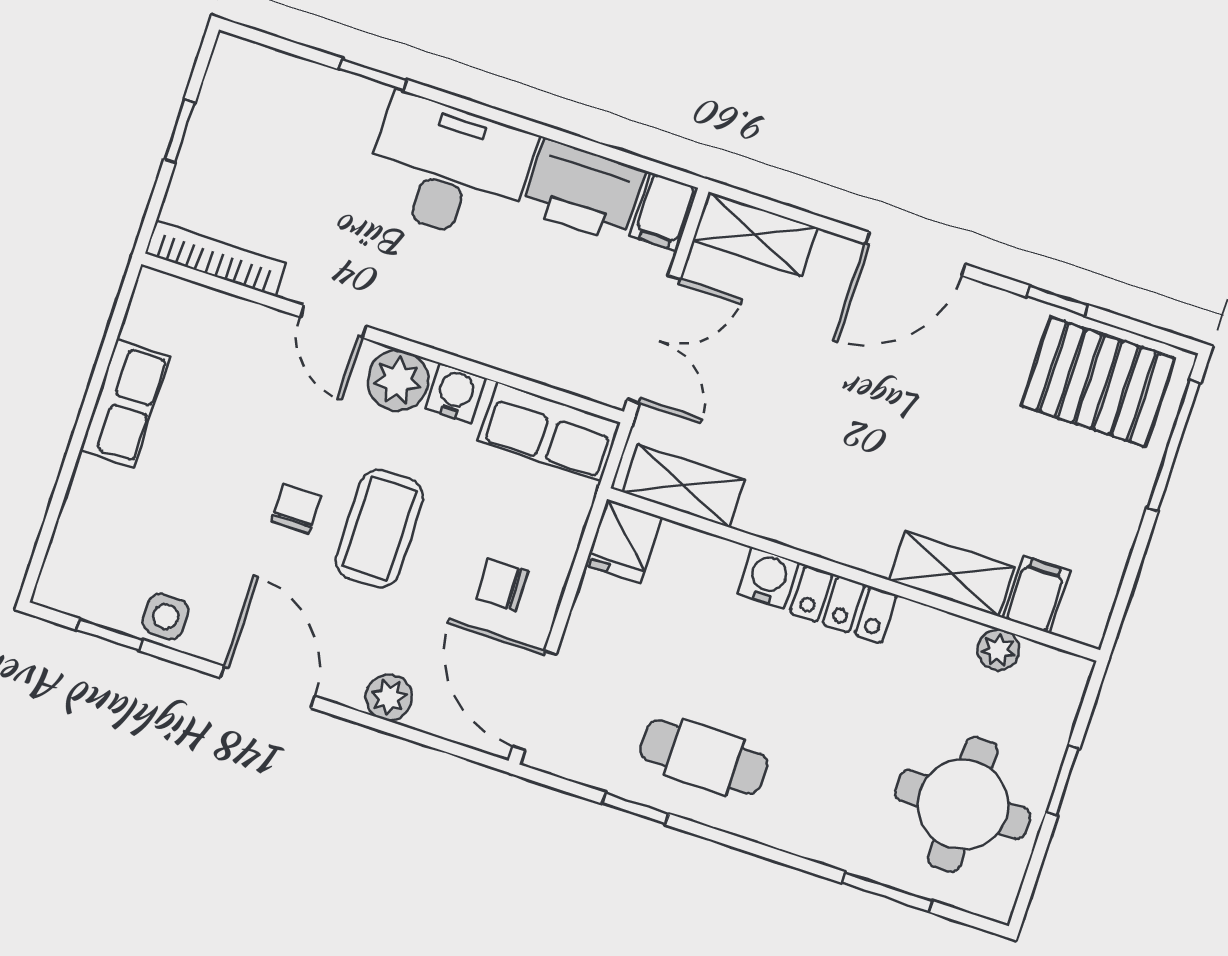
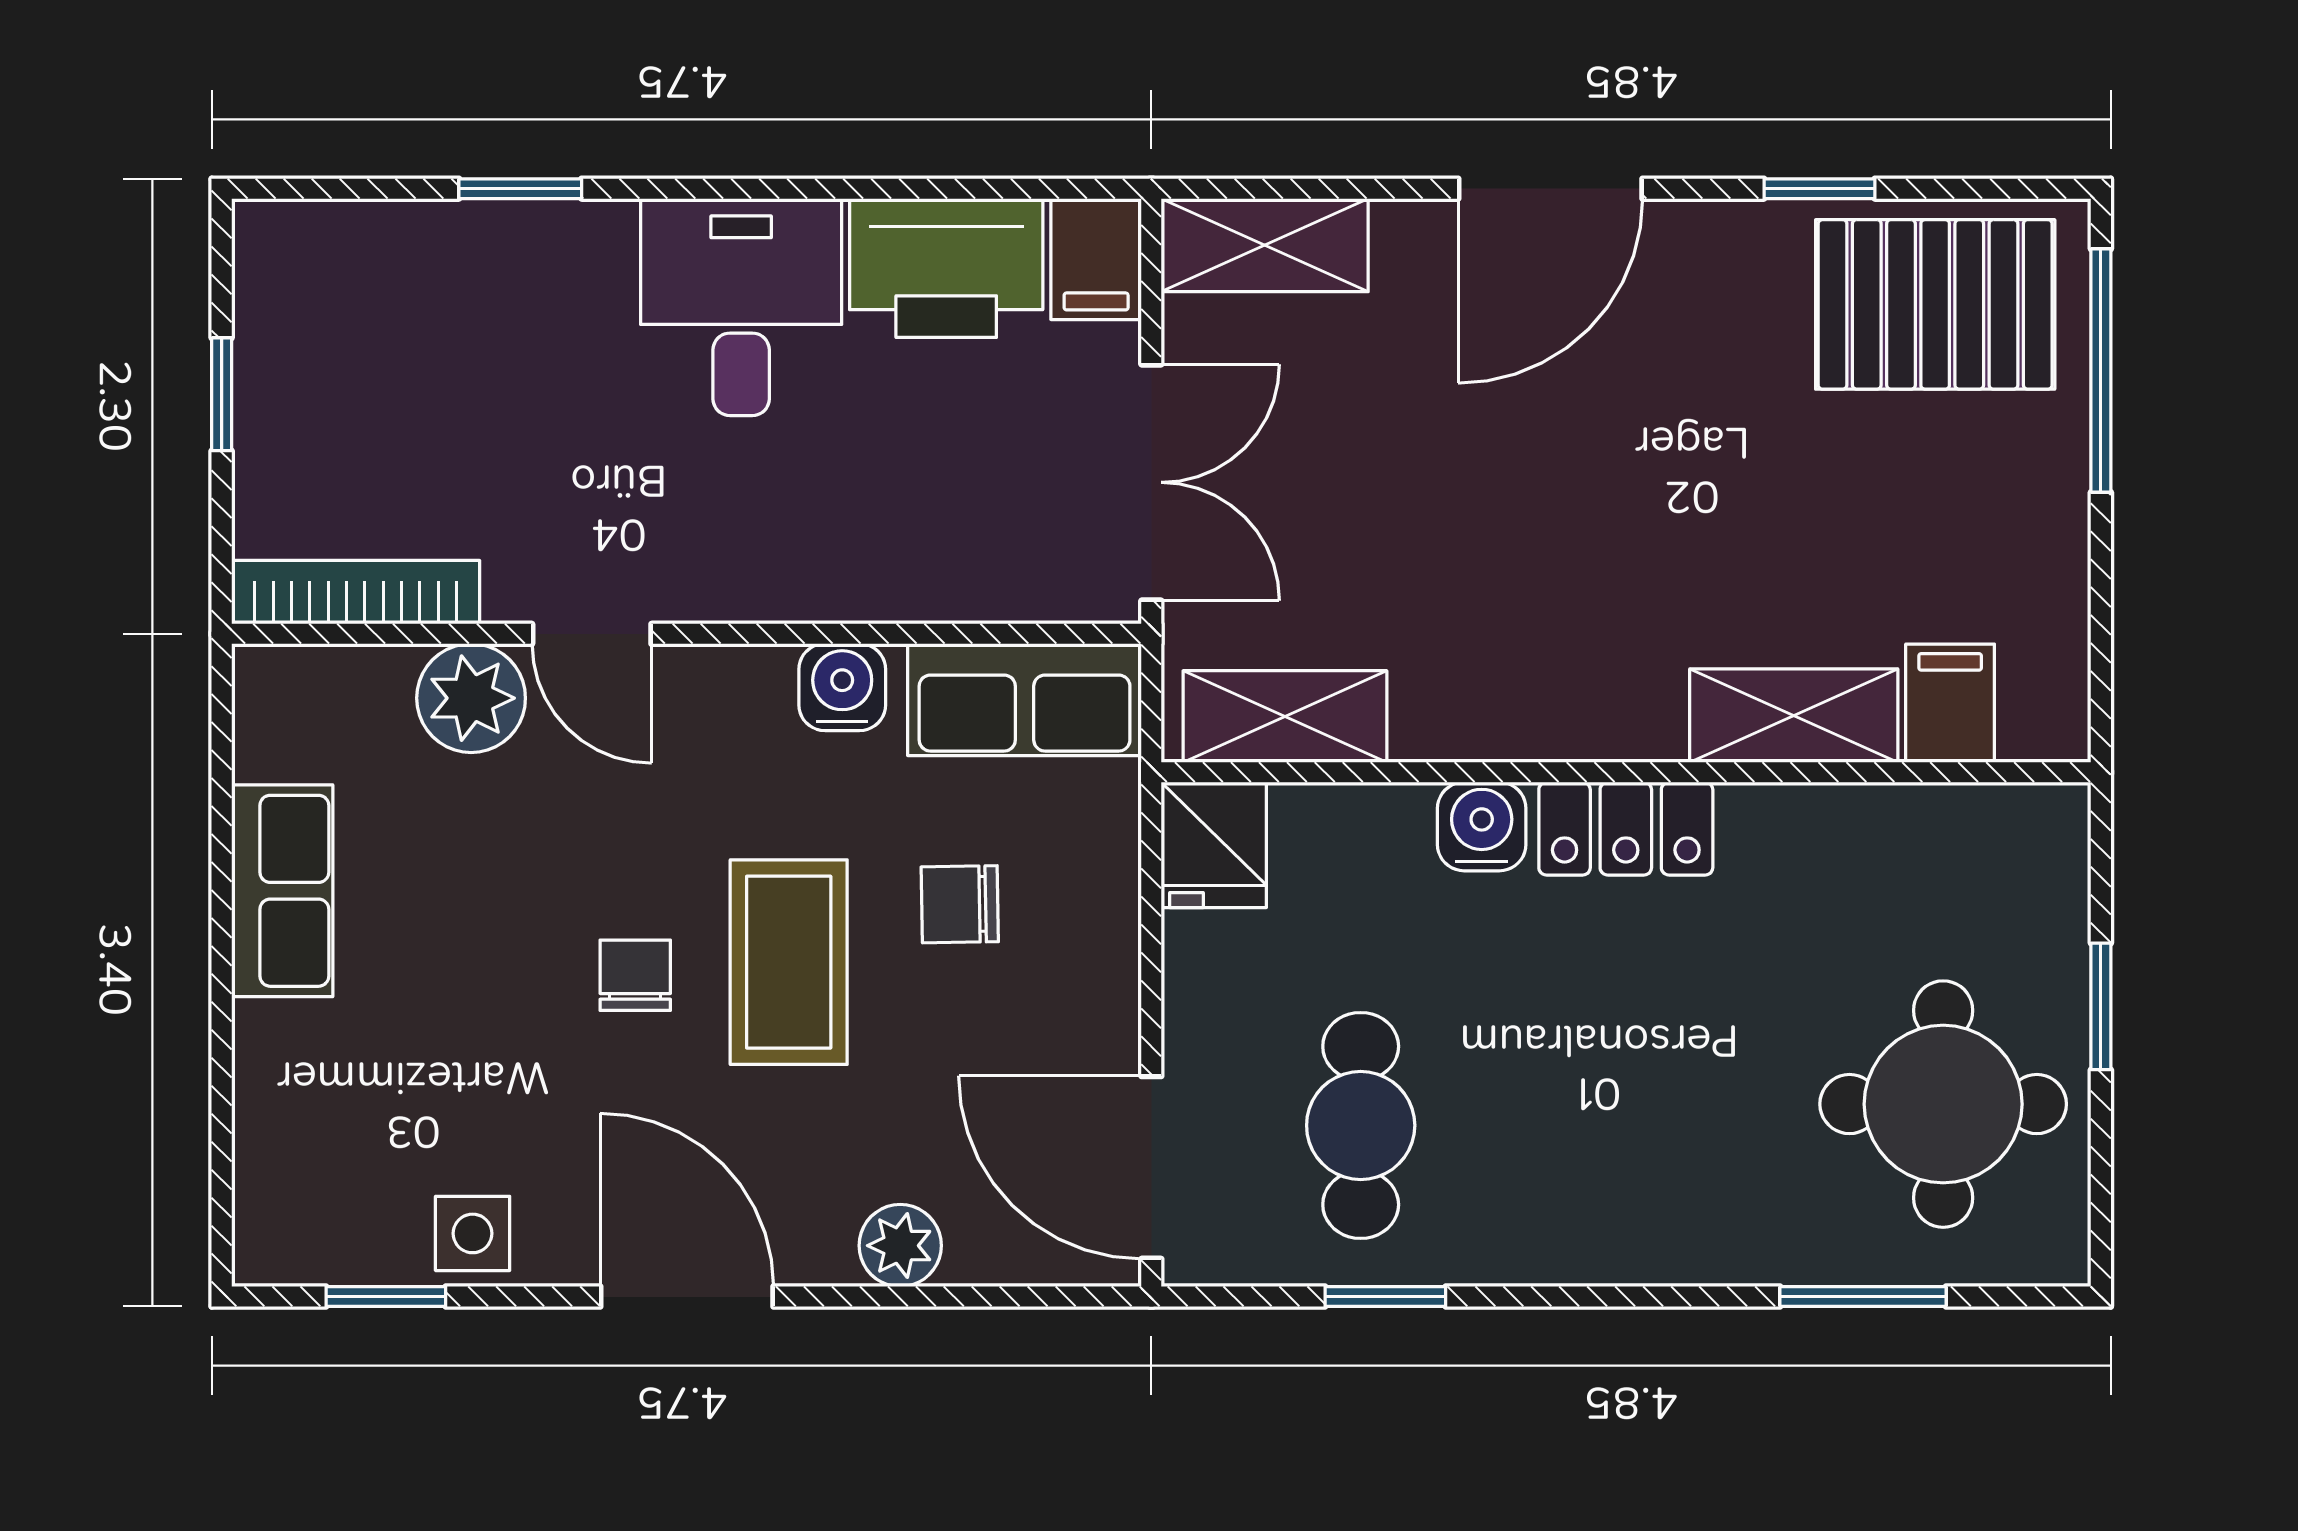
desk: (449, 169) -> (741, 307), width x0.73
plant: (398, 380) -> (471, 698), moved
chair: (502, 585) -> (960, 904), moved
plant: (998, 650) -> (1917, 819), removed
cafe table: (704, 757) -> (1361, 1125), moved, turned 90

